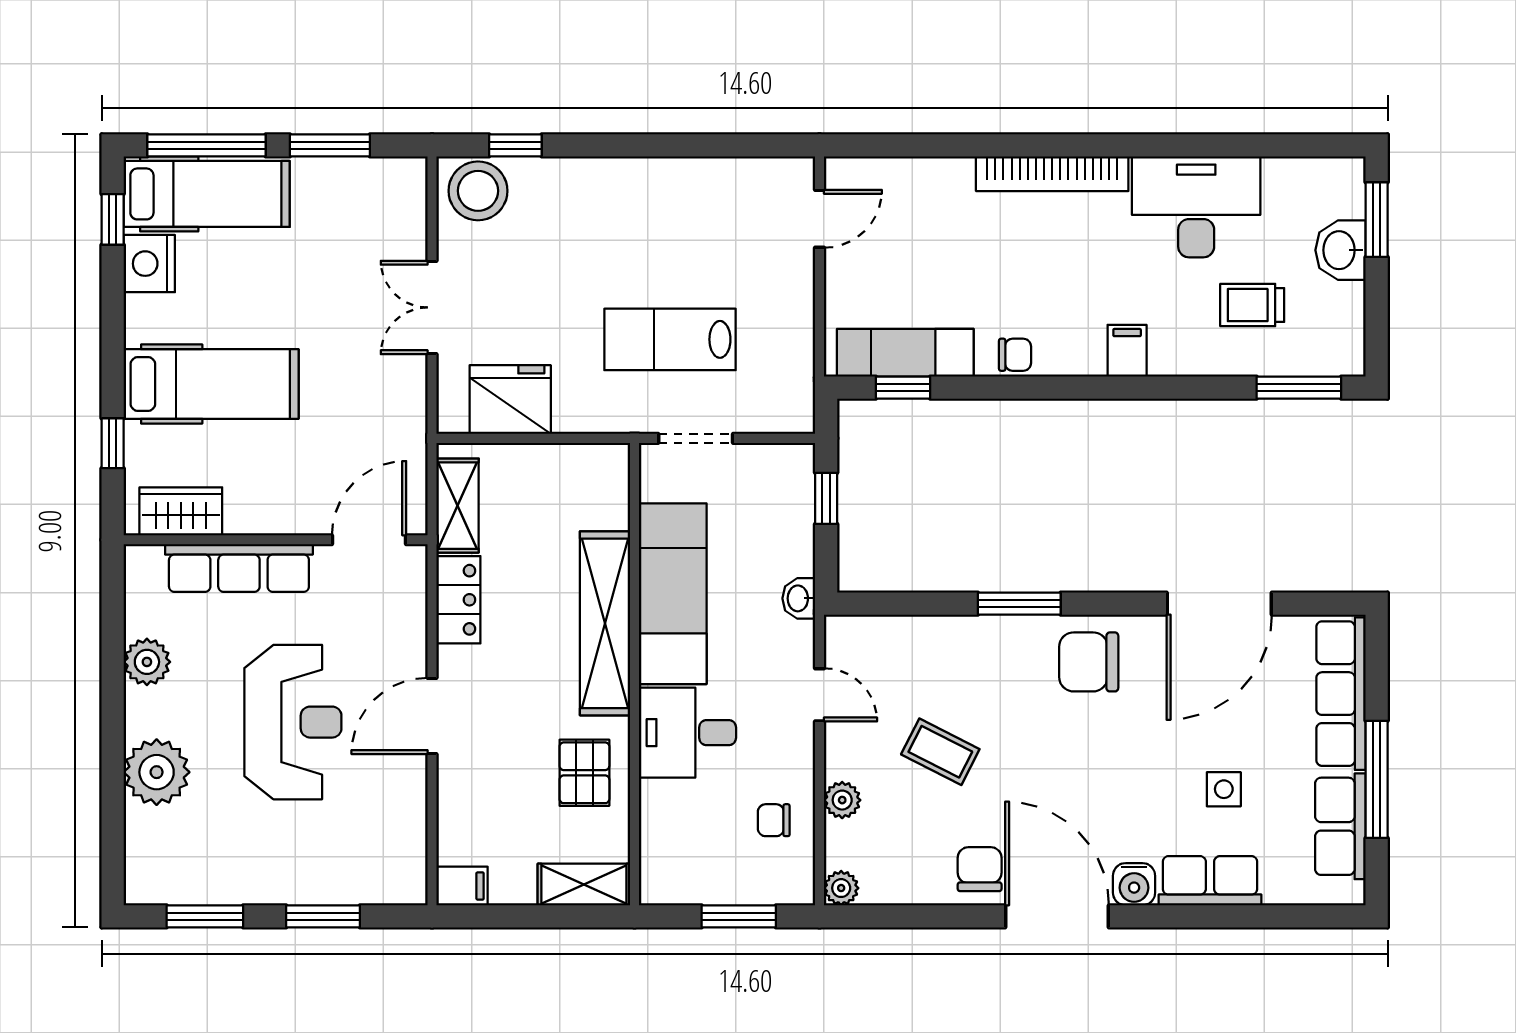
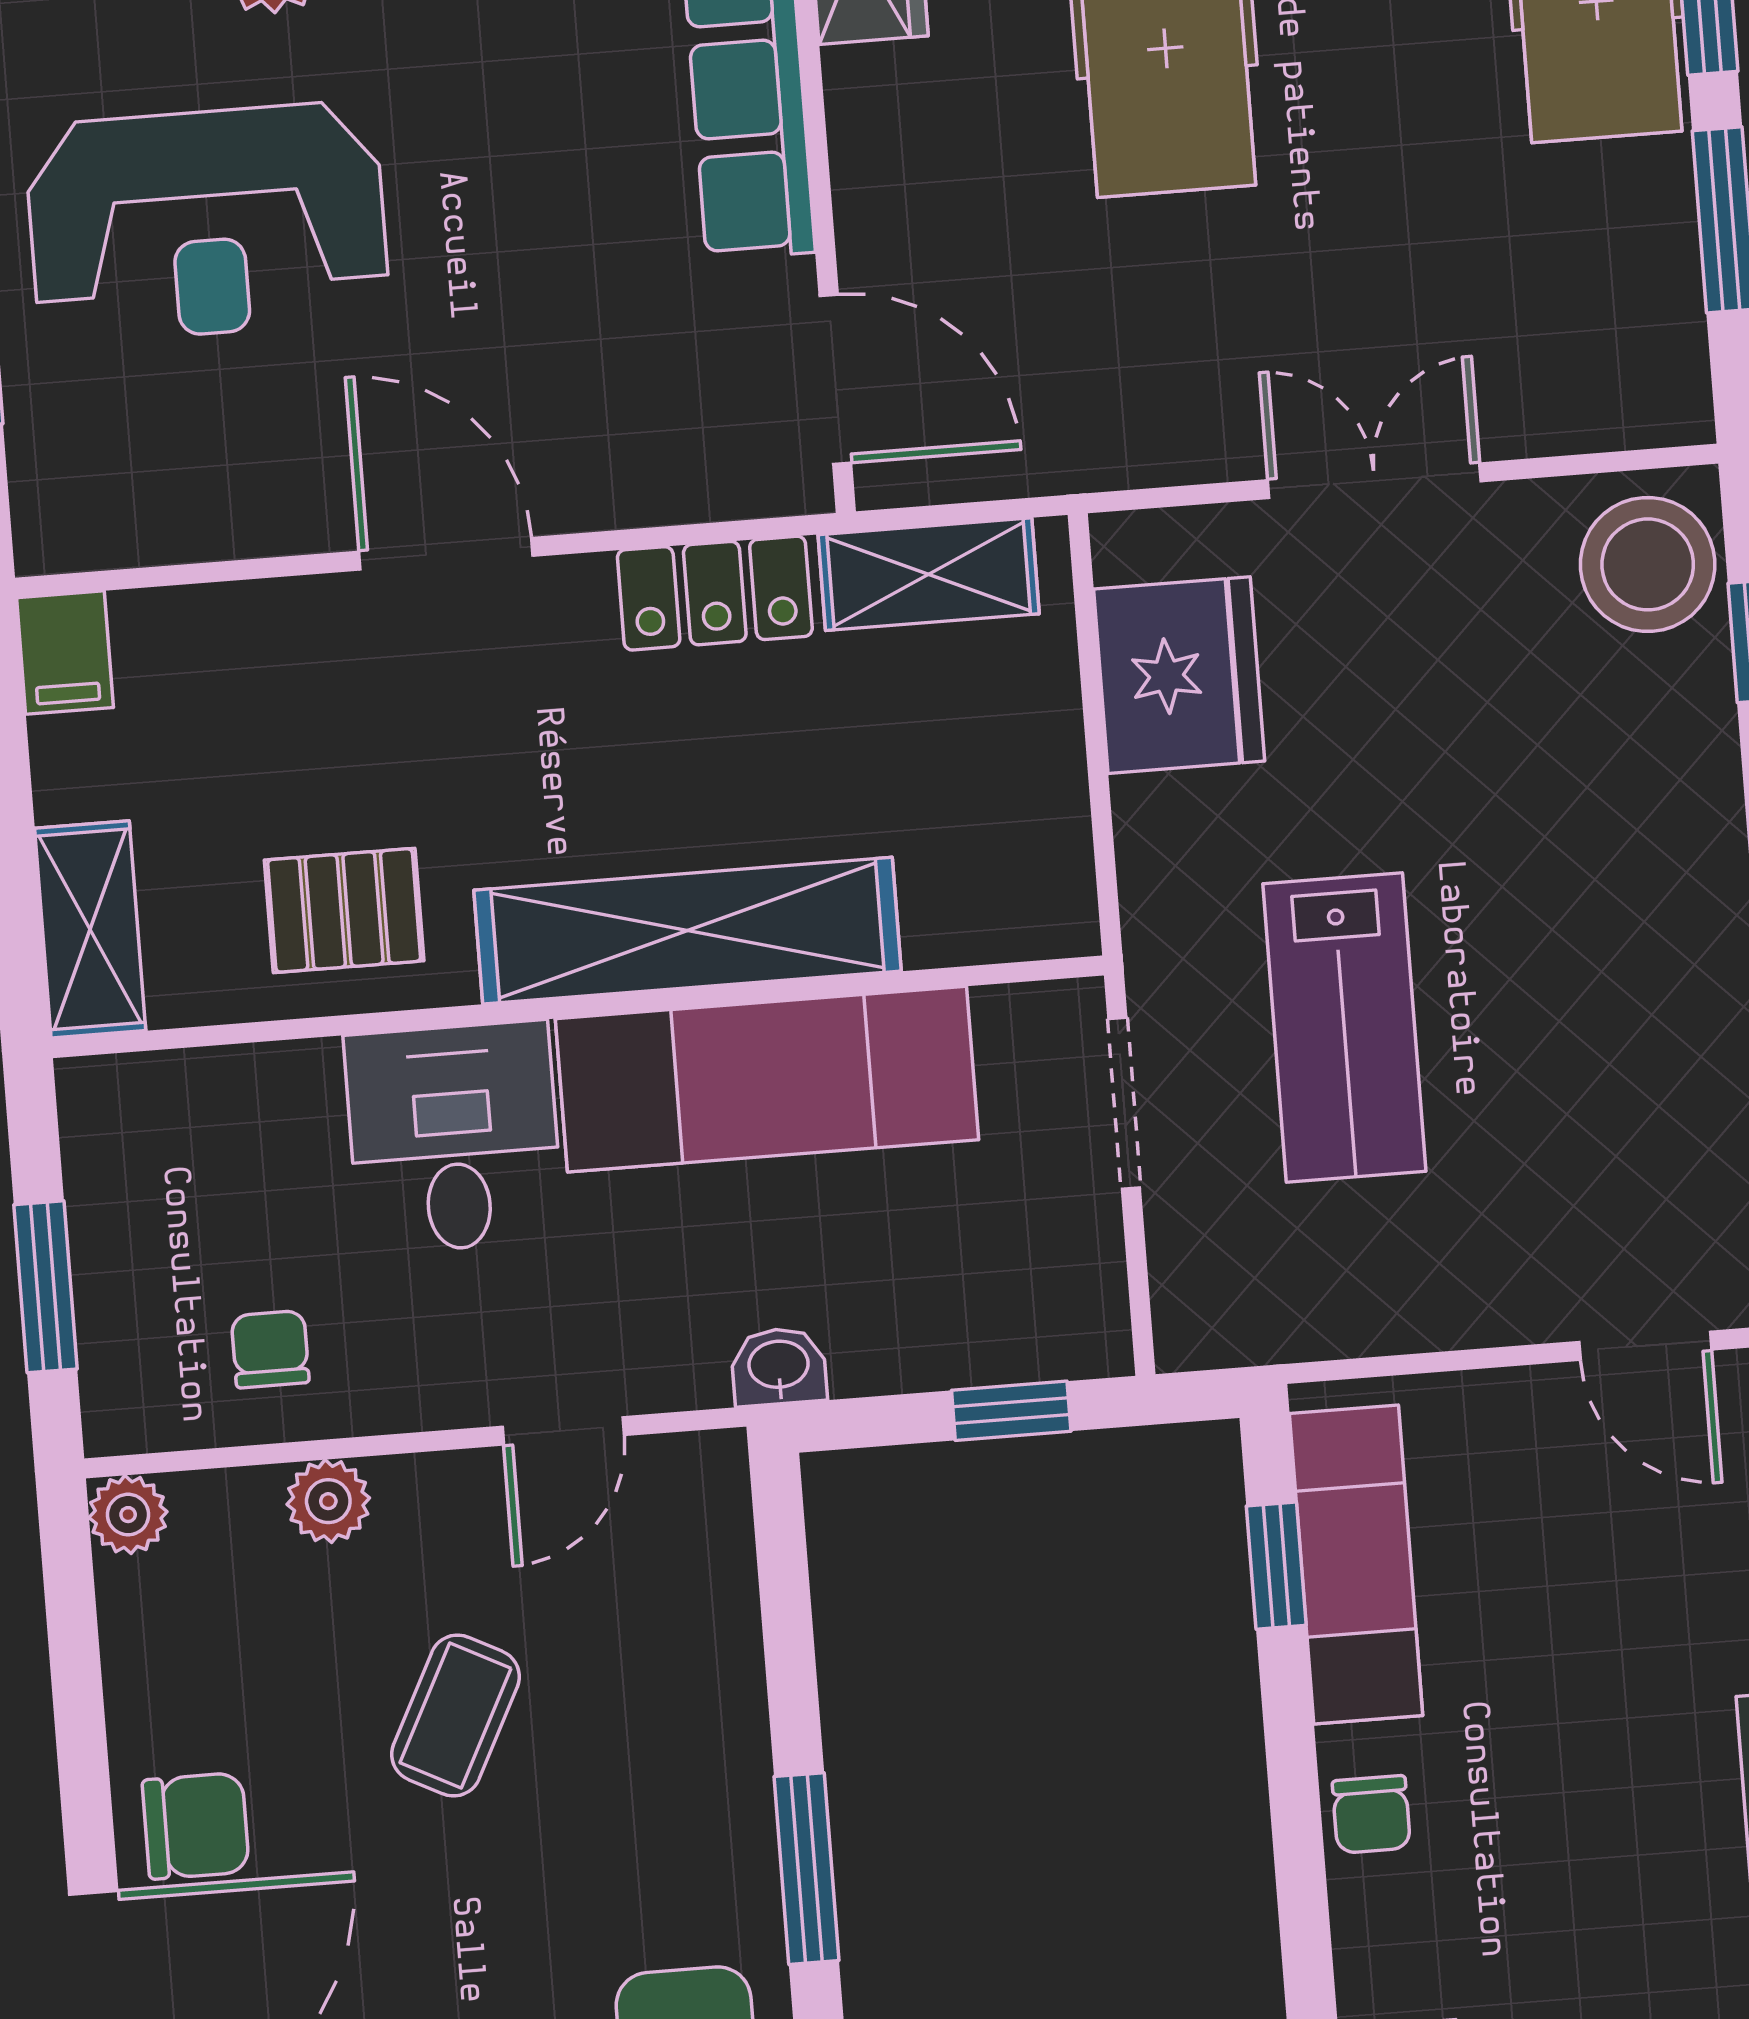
lab bench: (670, 339) -> (1344, 1027), turned 180
reception desk: (293, 722) -> (207, 223), moved

